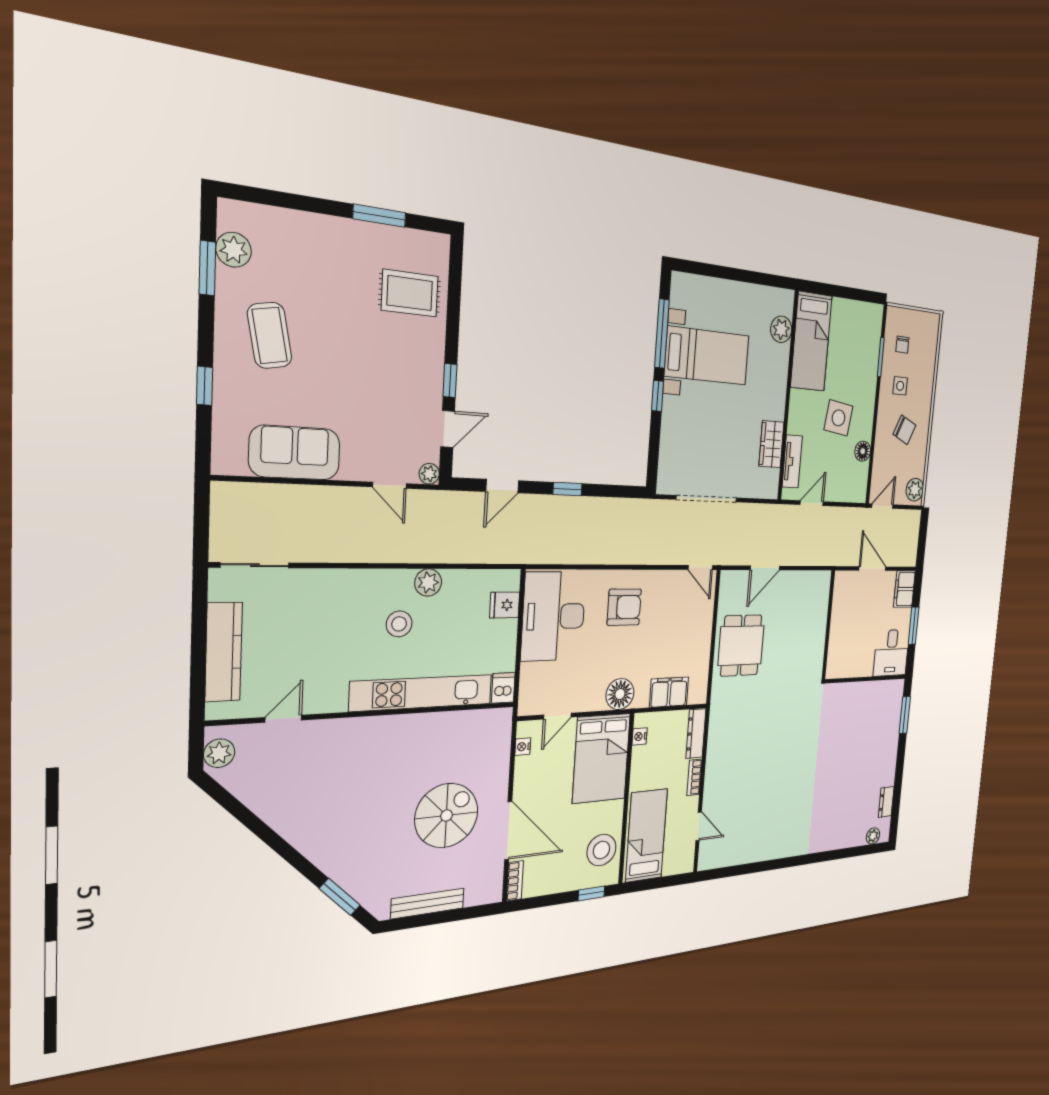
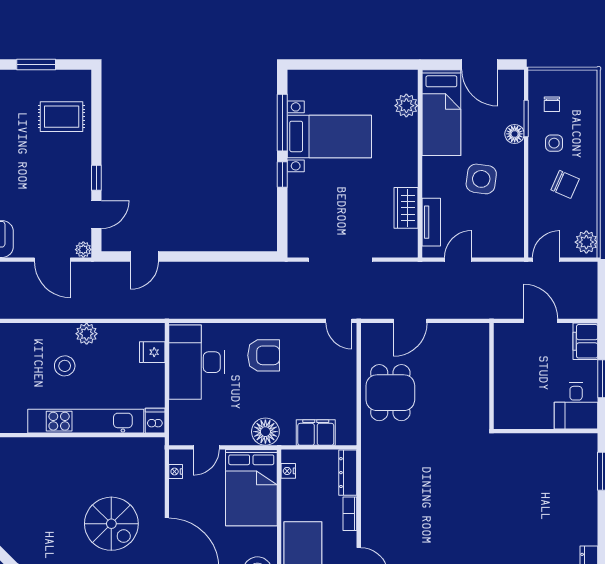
door: (848, 293) -> (480, 65), added
floor lamp: (863, 451) -> (515, 134), moved
door: (390, 485) -> (52, 260), width x1.38
window: (568, 489) -> (203, 257), removed
spiral stairs: (446, 815) -> (111, 524), turned 90

